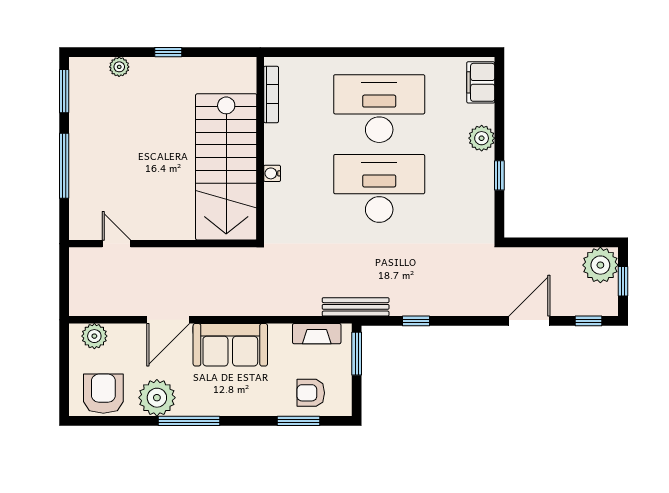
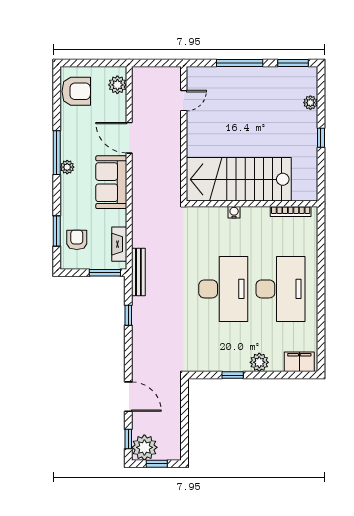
plant: (600, 265) -> (144, 447), moved
plant: (157, 398) -> (67, 167), moved, width x0.53, depth x0.53

